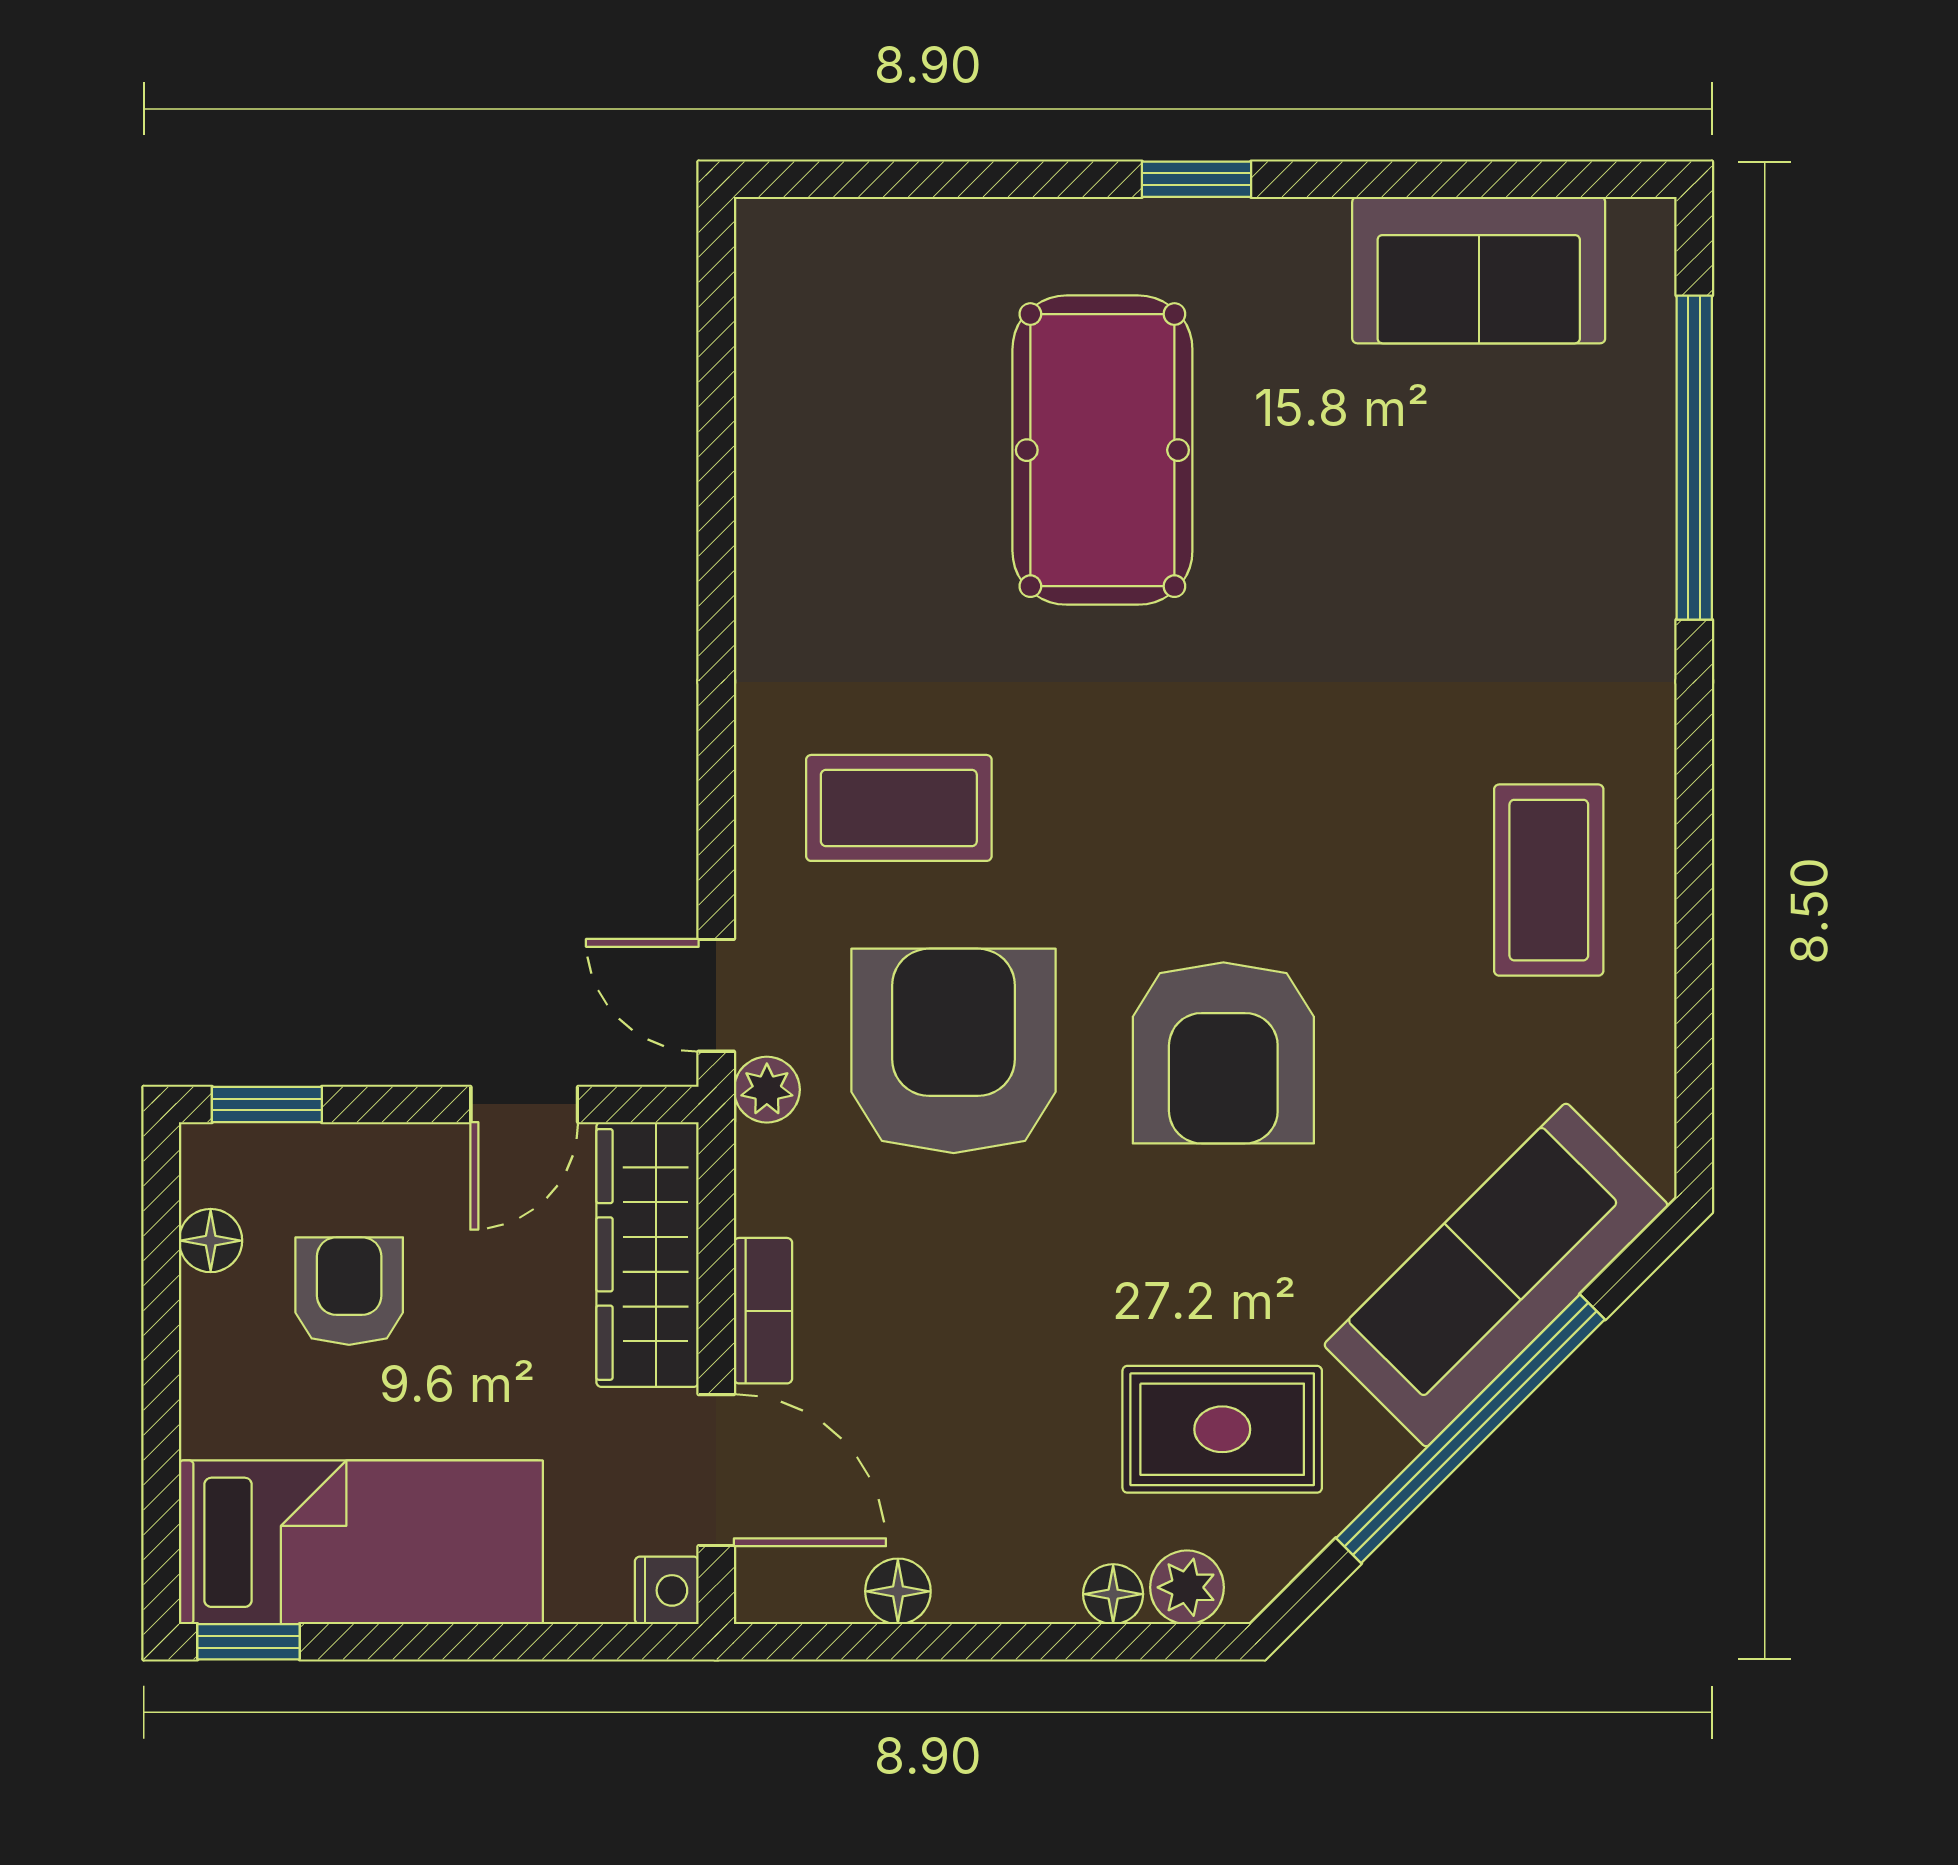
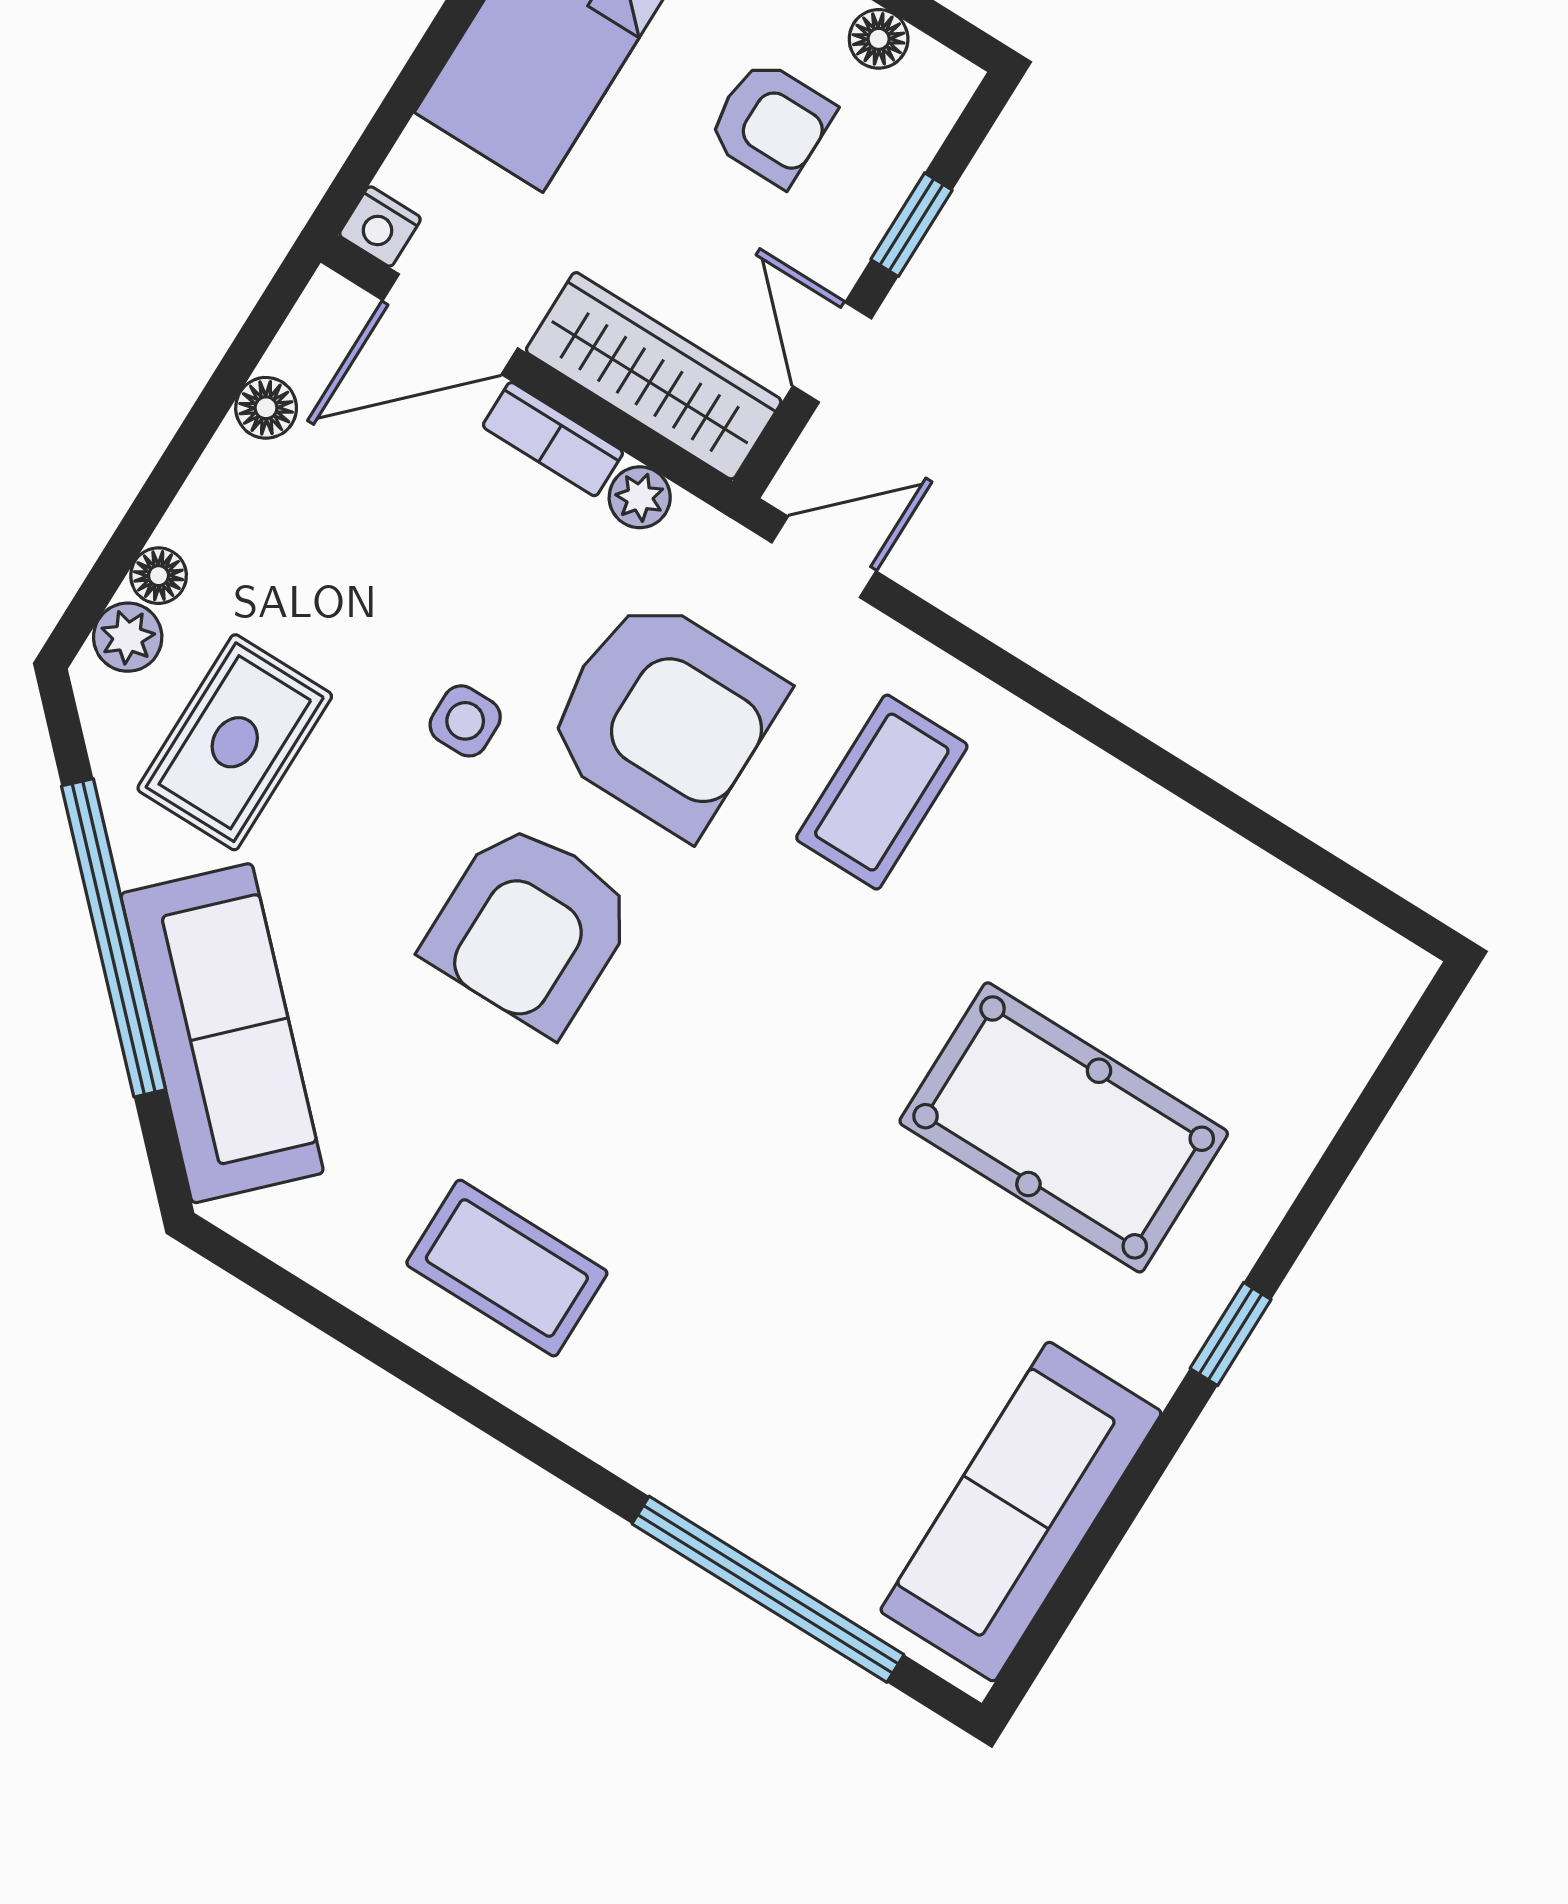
sofa: (1479, 270) -> (1021, 1512), width x1.36
armchair: (1223, 1053) -> (530, 927), turned -90
plant: (767, 1090) -> (640, 497), moved
window: (267, 1104) -> (911, 225), moved
side table: (1071, 1230) -> (465, 721), added

